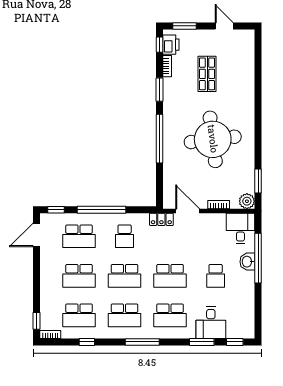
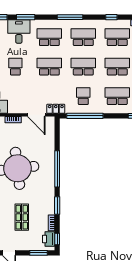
window: (102, 210) -> (85, 116), moved

